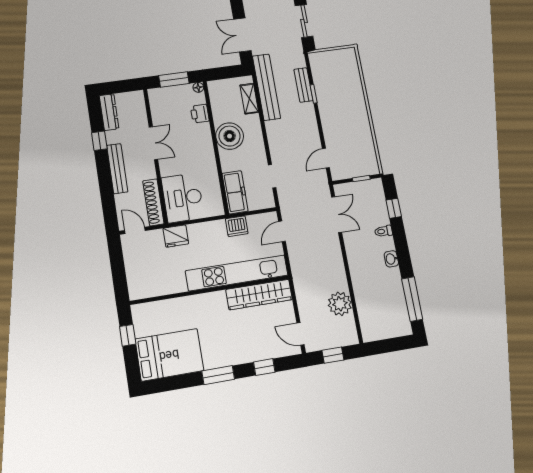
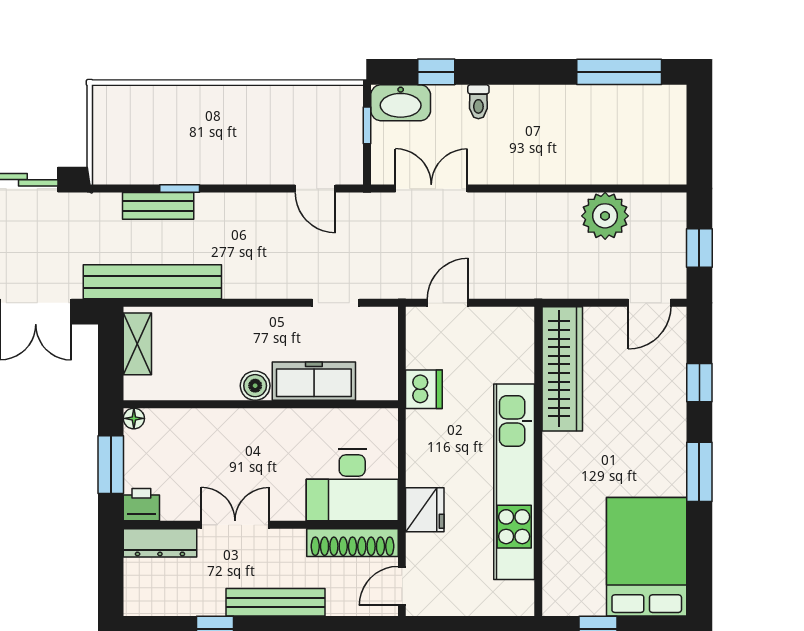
shelving: (249, 99) -> (137, 344), moved, turned 90
dresser: (109, 112) -> (160, 543), moved, turned 180
printer: (200, 114) -> (141, 505), moved, turned 180
boiler: (230, 136) -> (255, 386), width x0.54, depth x0.54
freezer: (235, 192) -> (314, 381), moved
door: (282, 231) -> (448, 303), swing flipped
washbasin: (391, 259) -> (401, 103), moved, width x1.91, depth x1.45
kitchen unit: (237, 273) -> (514, 482), moved

